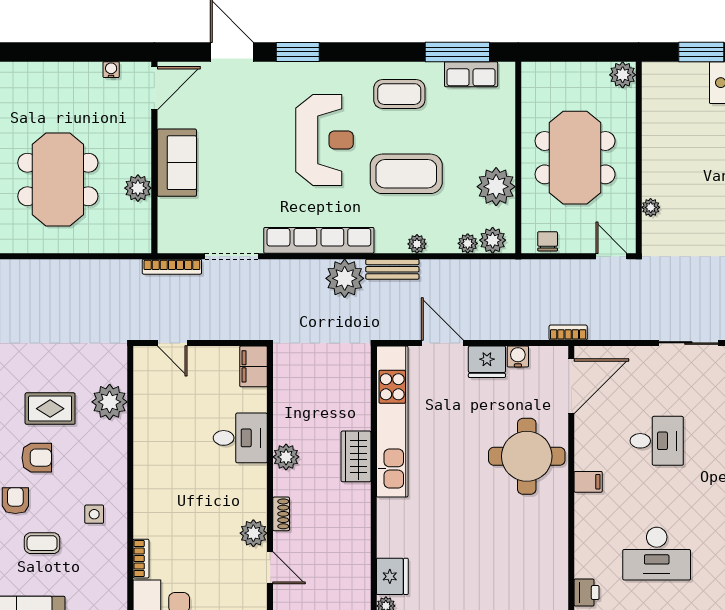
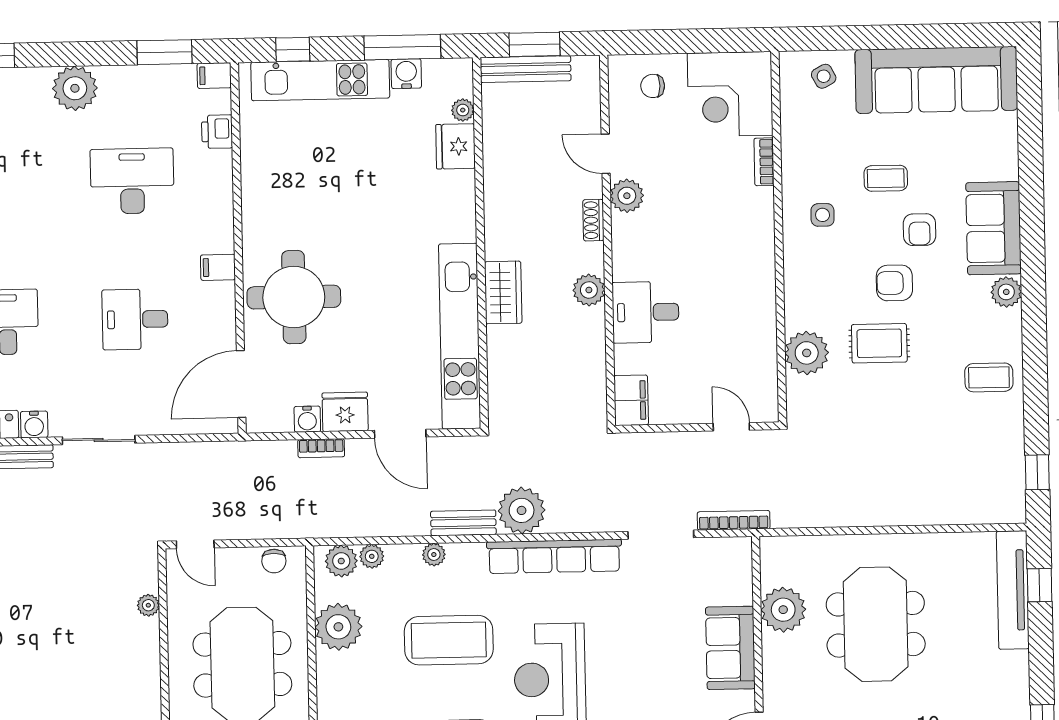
plant: (138, 188) -> (783, 610), width x1.36, depth x1.36
bookcase: (568, 333) -> (321, 448), moved

